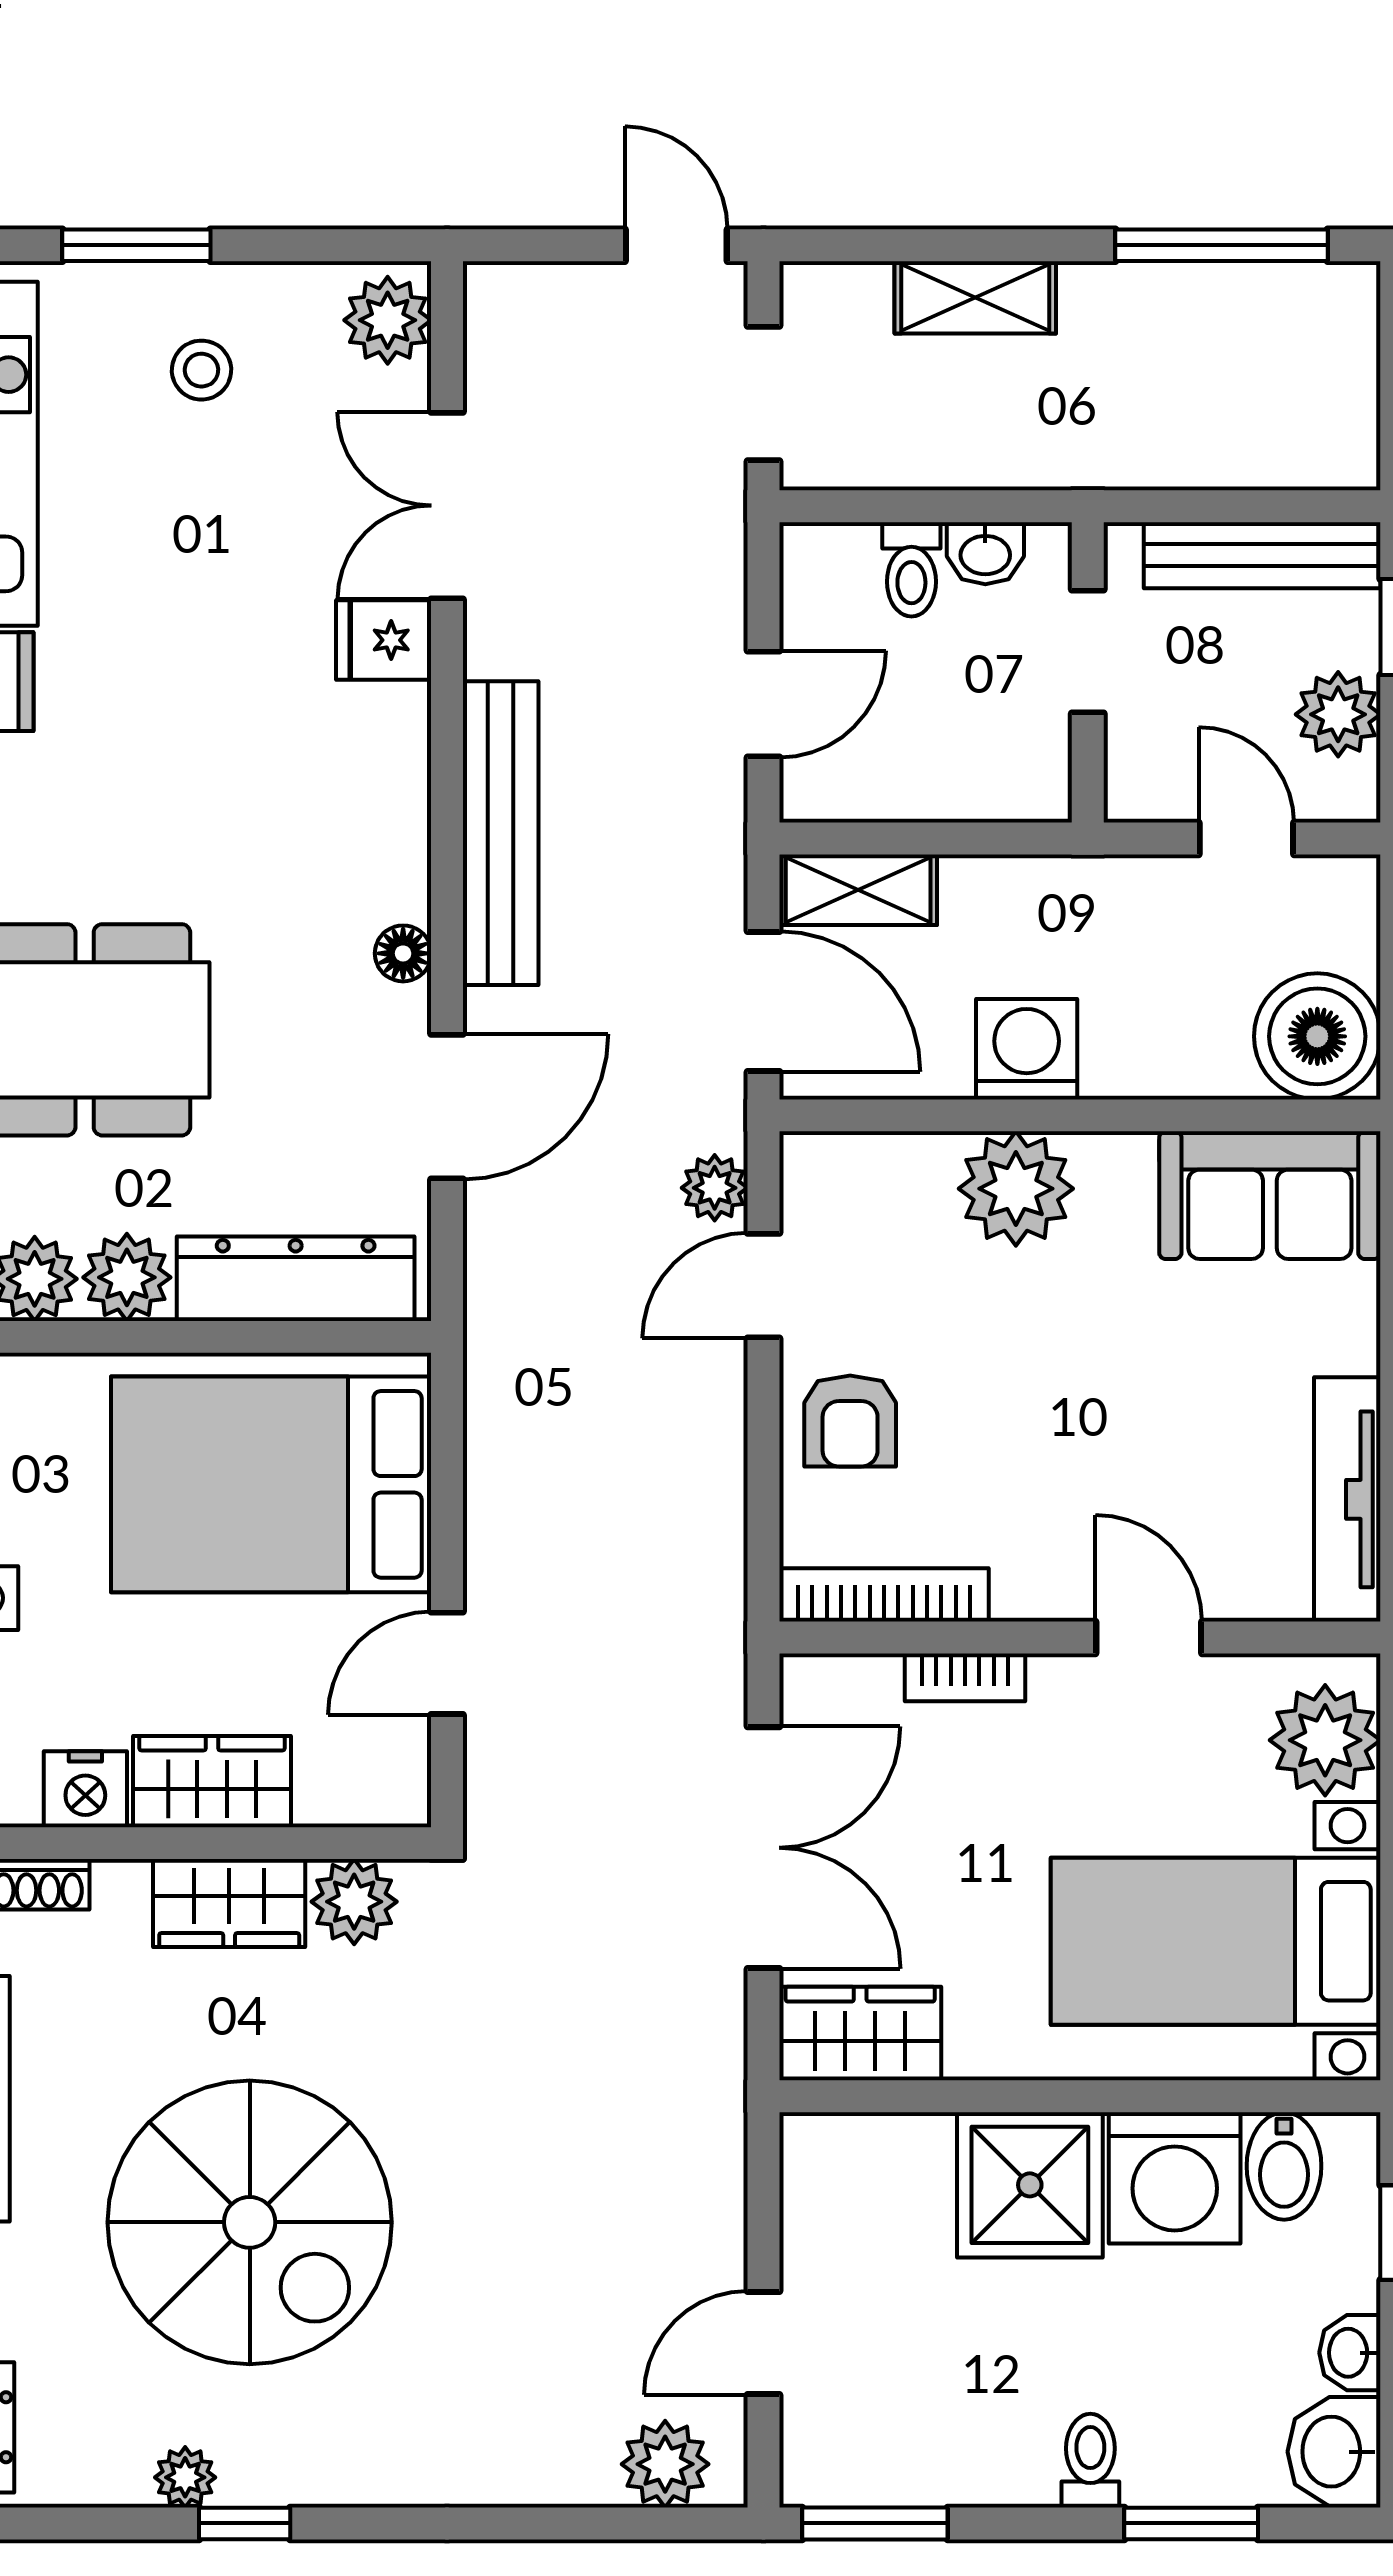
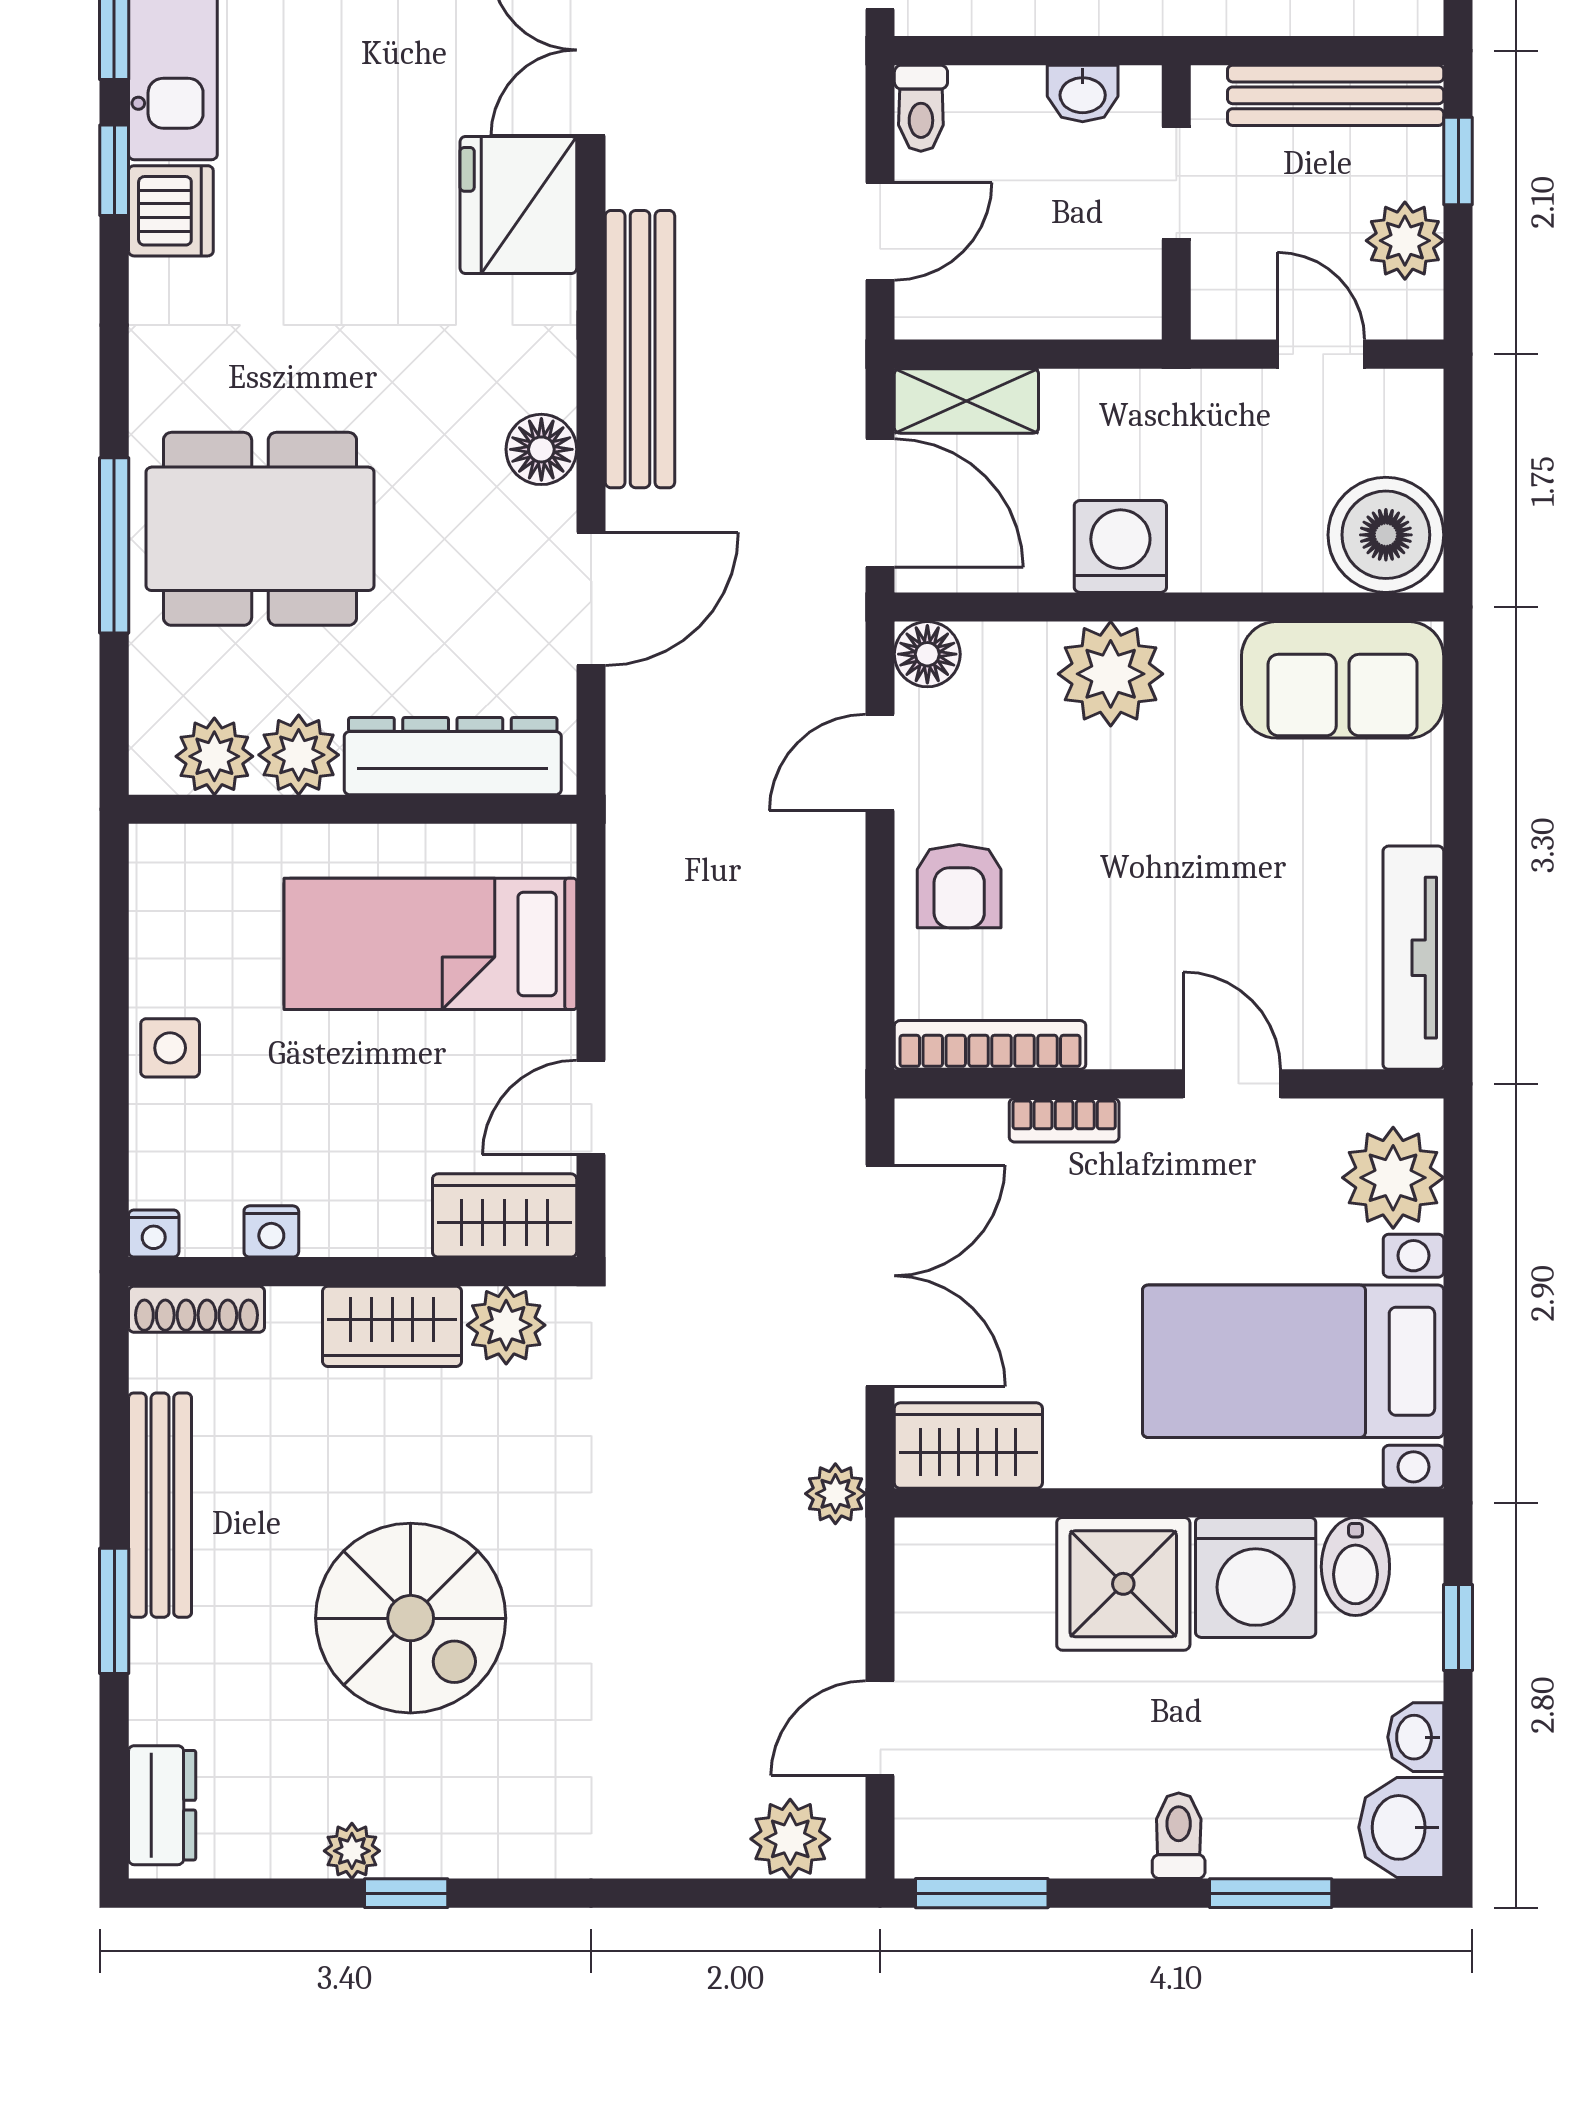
toilet: (911, 569) -> (921, 108), moved
fridge: (384, 640) -> (518, 205), width x1.88, depth x1.34
floor lamp: (403, 953) -> (541, 449), width x1.37, depth x1.37
floor lamp: (815, 1167) -> (927, 654), added
plant: (715, 1188) -> (835, 1494), moved
bed: (271, 1484) -> (430, 944), width x0.67
wardrobe: (212, 1782) -> (505, 1215), moved
nightstand: (85, 1789) -> (271, 1231), width x0.72, depth x0.74
spiral stairs: (250, 2222) -> (411, 1618), width x0.73, depth x0.73

